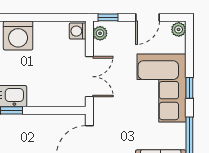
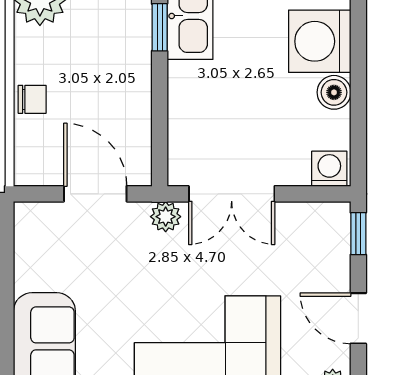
boiler: (42, 29) -> (334, 92), added
plant: (100, 33) -> (166, 217), moved

